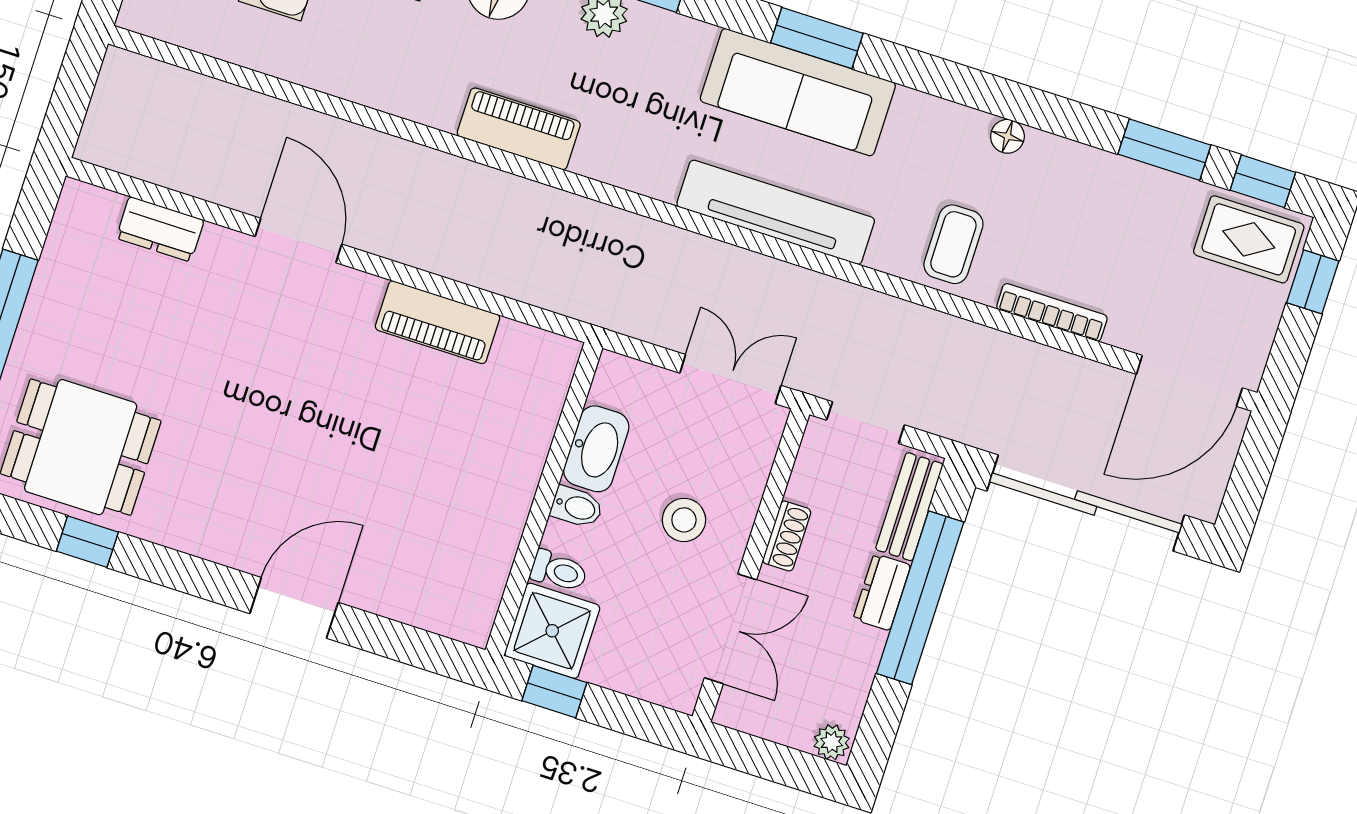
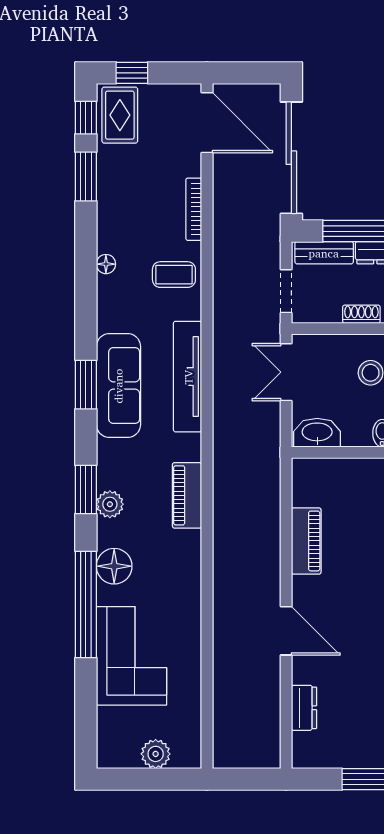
piano: (519, 129) -> (187, 495), moved
door: (298, 240) -> (286, 631), swing flipped
washbasin: (596, 449) -> (317, 433), moved

